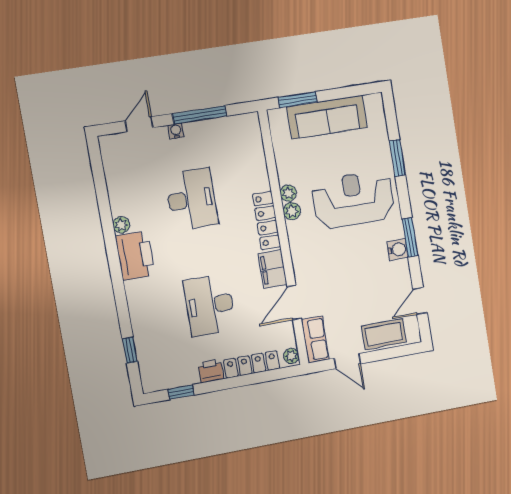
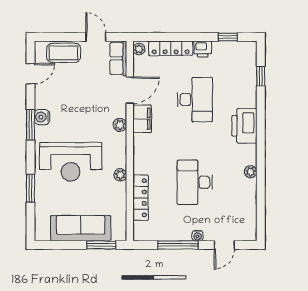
plant: (292, 211) -> (120, 125), moved
locker: (267, 220) -> (140, 198), moved
printer: (135, 256) -> (244, 126), moved

